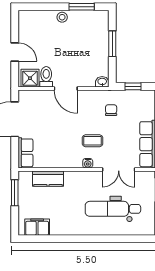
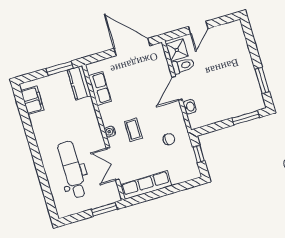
stool: (62, 17) -> (246, 64), removed
window: (112, 44) -> (246, 118), moved
washbasin: (102, 82) -> (190, 107), moved
row of seats: (25, 153) -> (100, 88), moved, turned -90
kitchen counter: (48, 179) -> (79, 83), moved

